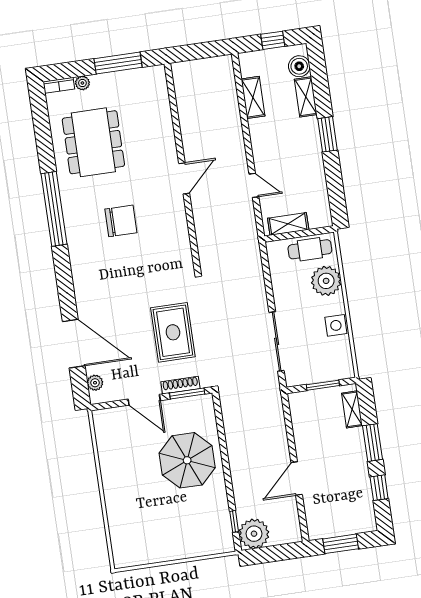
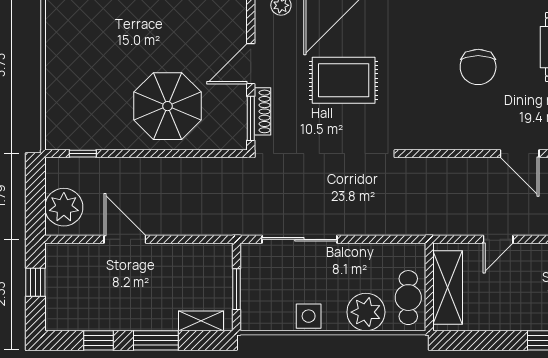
shelving: (288, 224) -> (448, 287), width x1.50, depth x1.33
rug: (173, 332) -> (344, 80), moved
plant: (254, 534) -> (64, 207), moved
window: (341, 544) -> (35, 282), width x0.67

